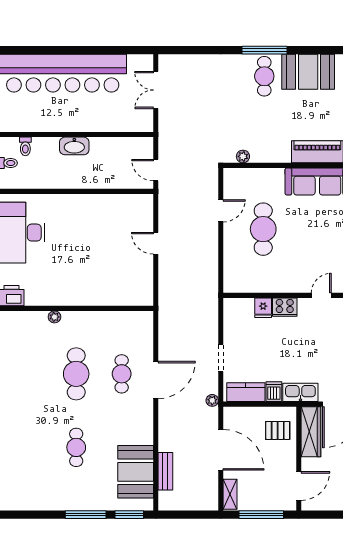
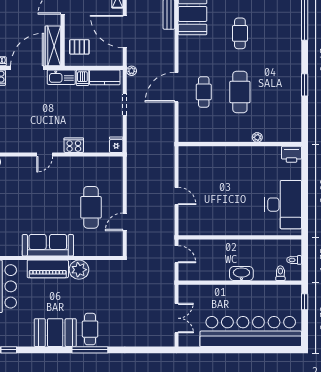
plant: (243, 156) -> (79, 270), moved, width x1.87, depth x1.87
fridge: (263, 308) -> (116, 145), moved

